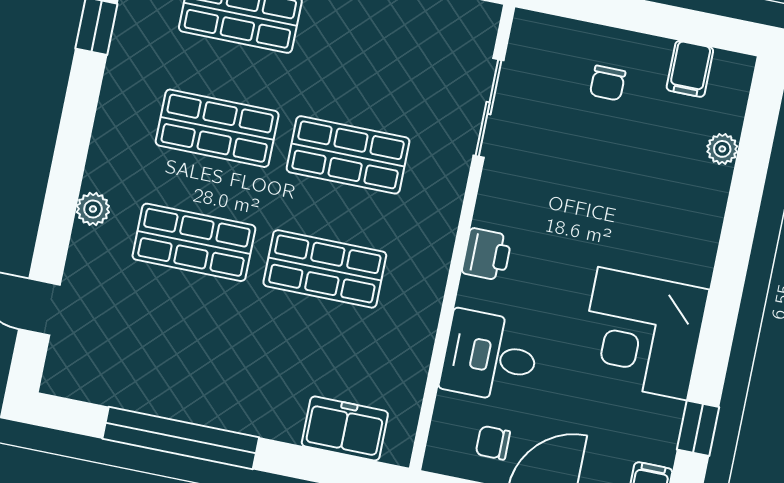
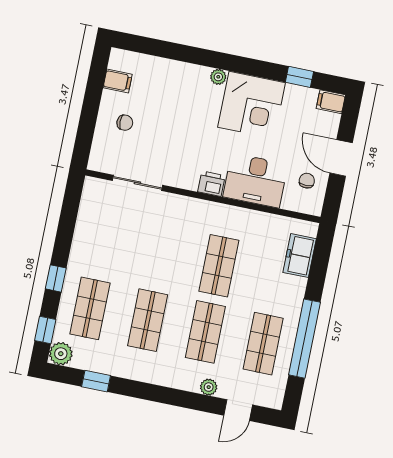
plant: (722, 149) -> (218, 77), moved
shop shelf: (348, 155) -> (263, 344), moved
plant: (93, 209) -> (209, 387), moved
desk: (490, 356) -> (255, 181), width x1.37
chair: (493, 443) -> (307, 181), turned 180

